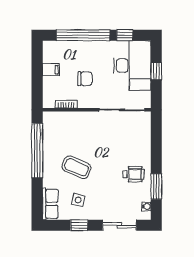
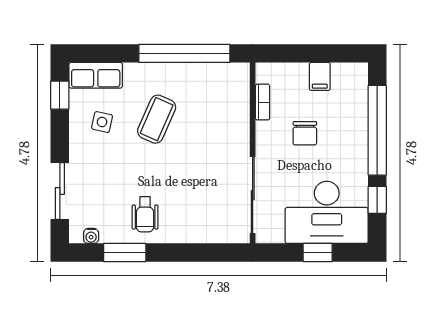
window: (79, 225) -> (60, 95), moved

